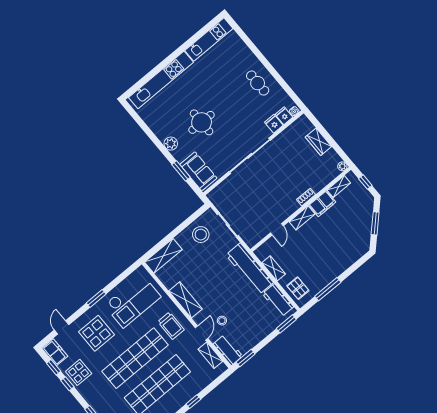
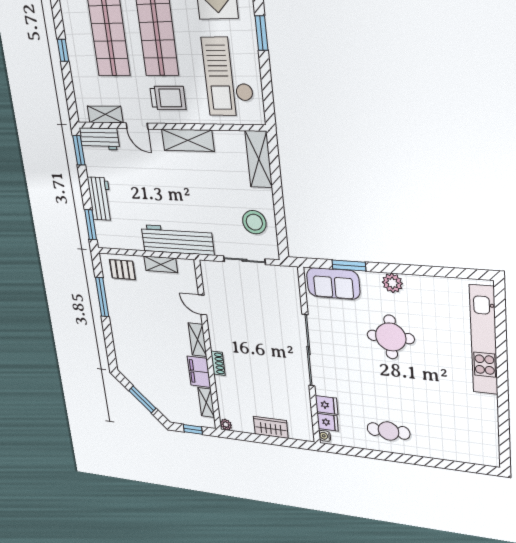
kitchen unit: (209, 39) -> (488, 431), removed
workbench: (278, 300) -> (100, 199), moved, turned 90
stool: (222, 321) -> (137, 161), removed
trolley: (171, 326) -> (168, 98), turned 180

